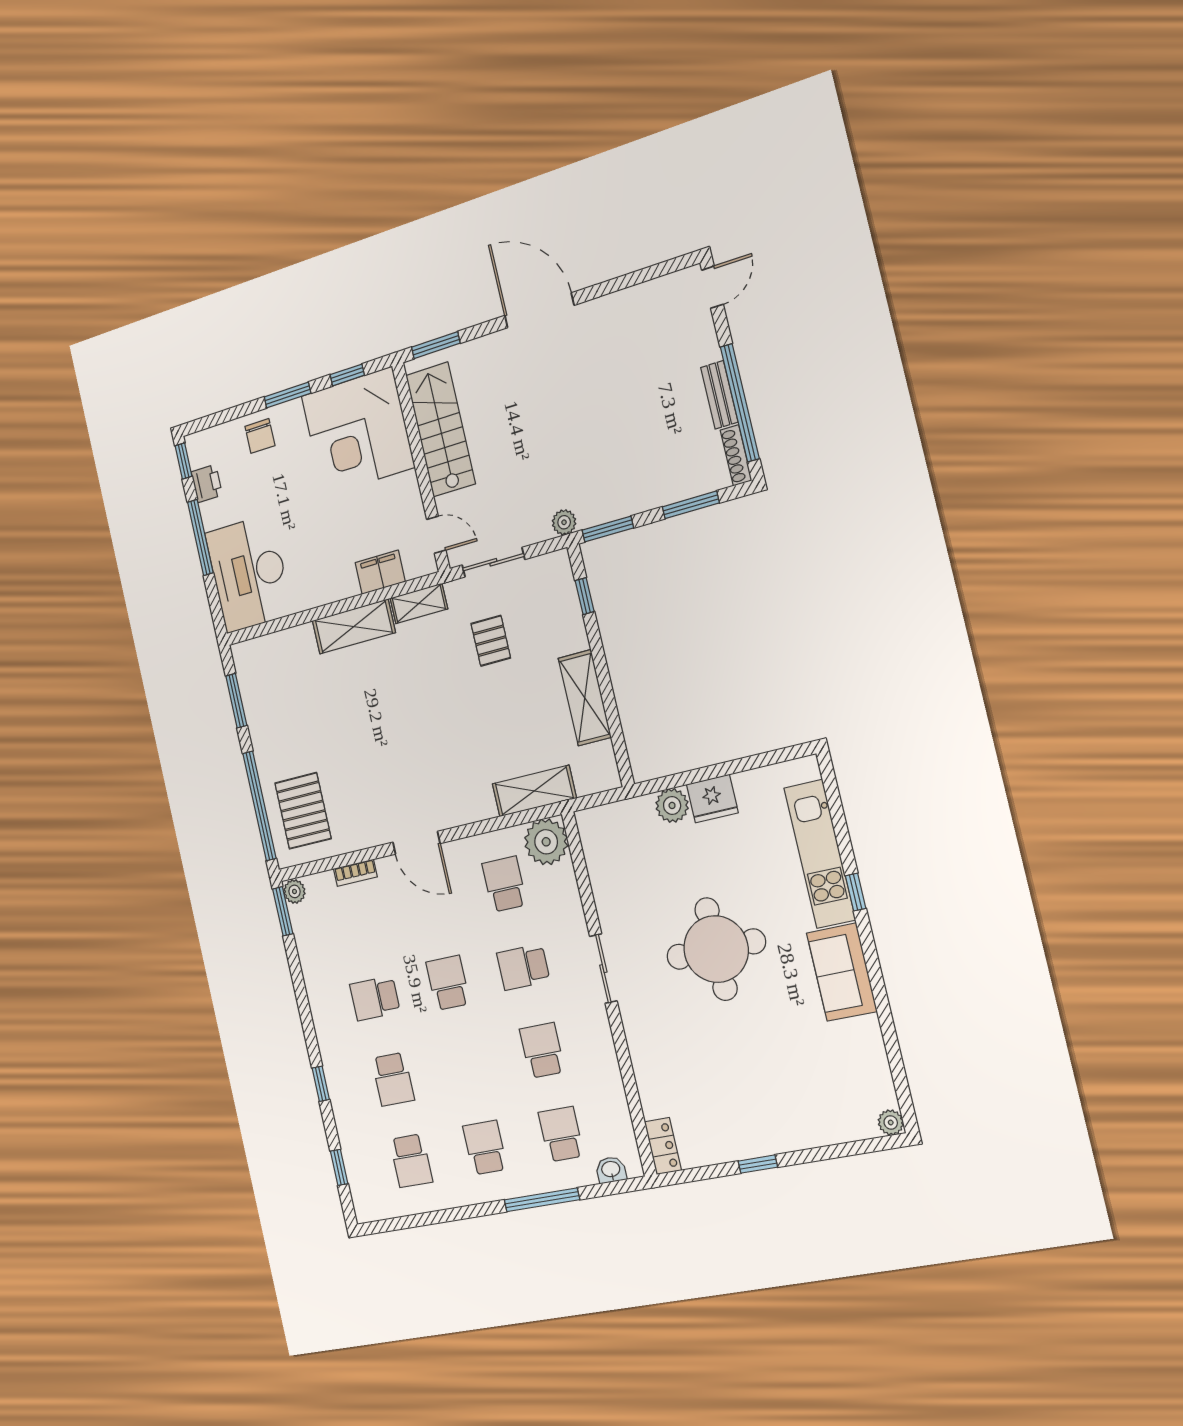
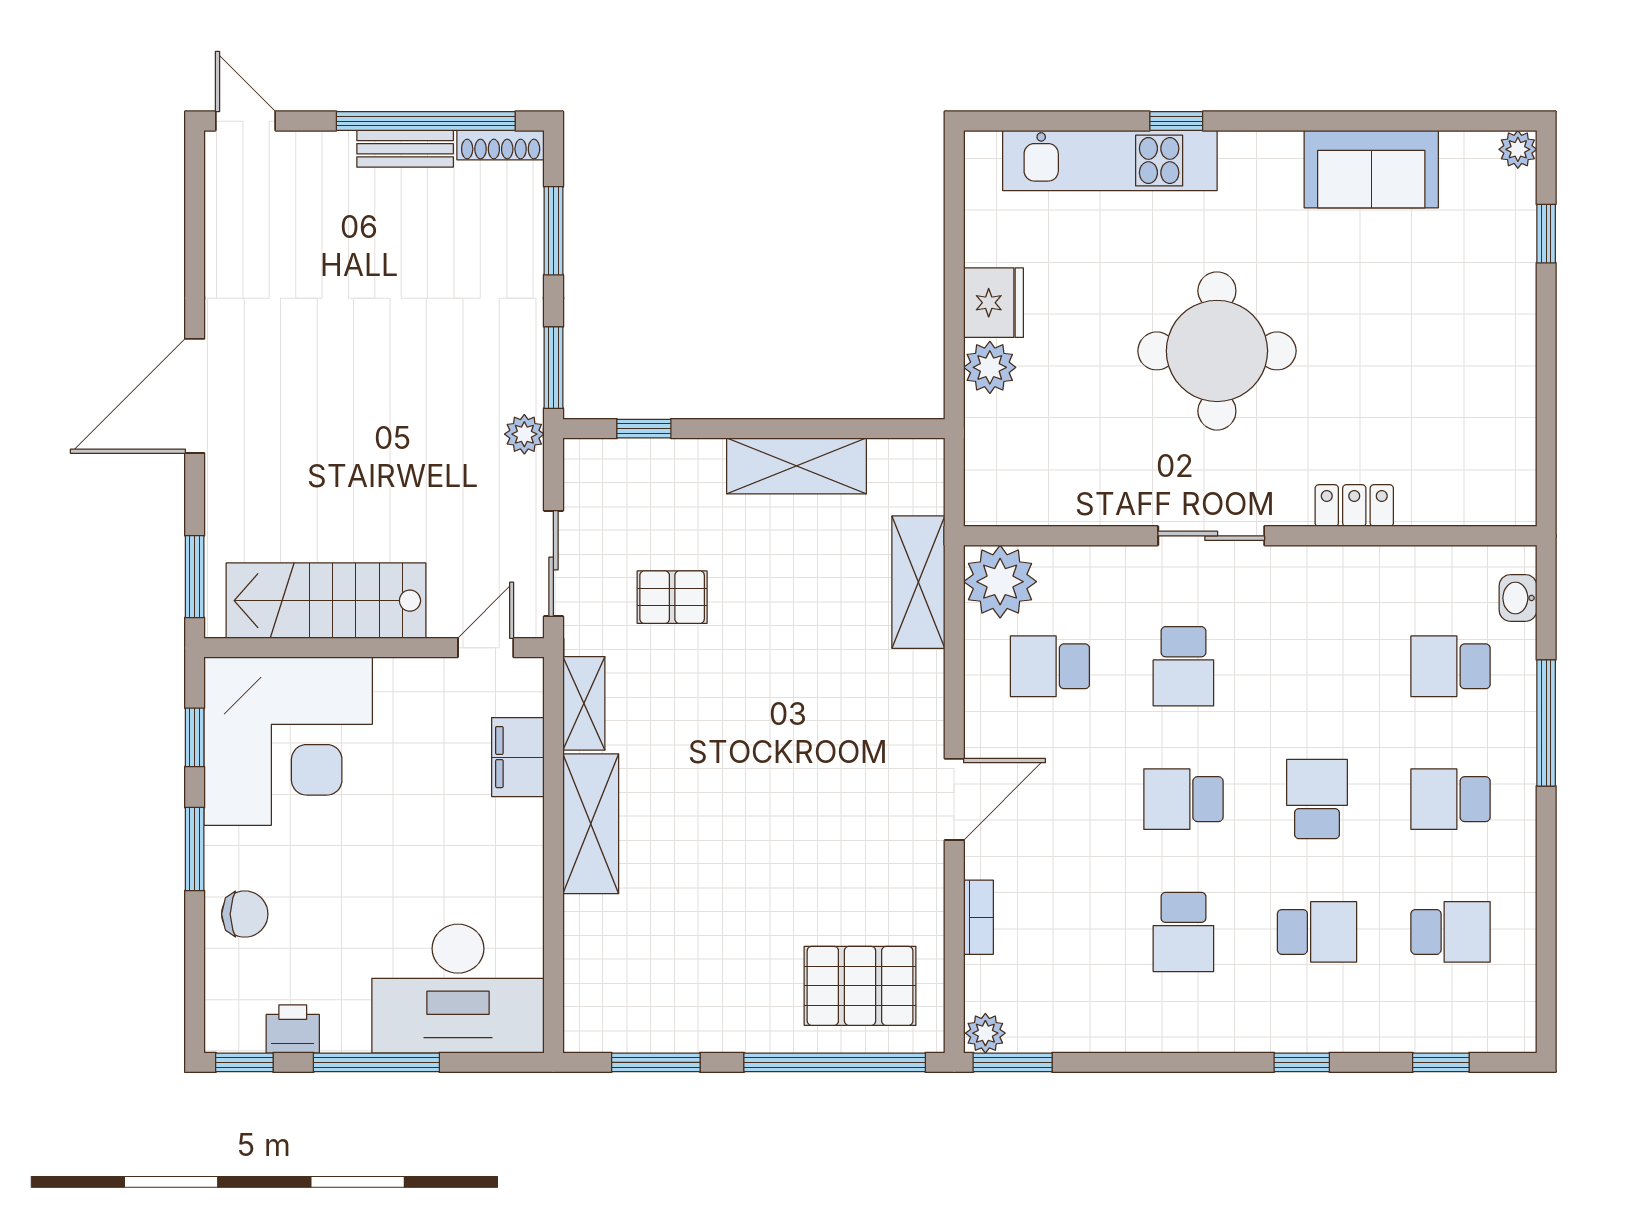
sofa: (842, 972) -> (1371, 169), moved
school desk: (542, 1050) -> (1317, 799), moved, turned 90
locker: (663, 1146) -> (1354, 506), moved
window: (758, 1164) -> (1546, 234), moved

